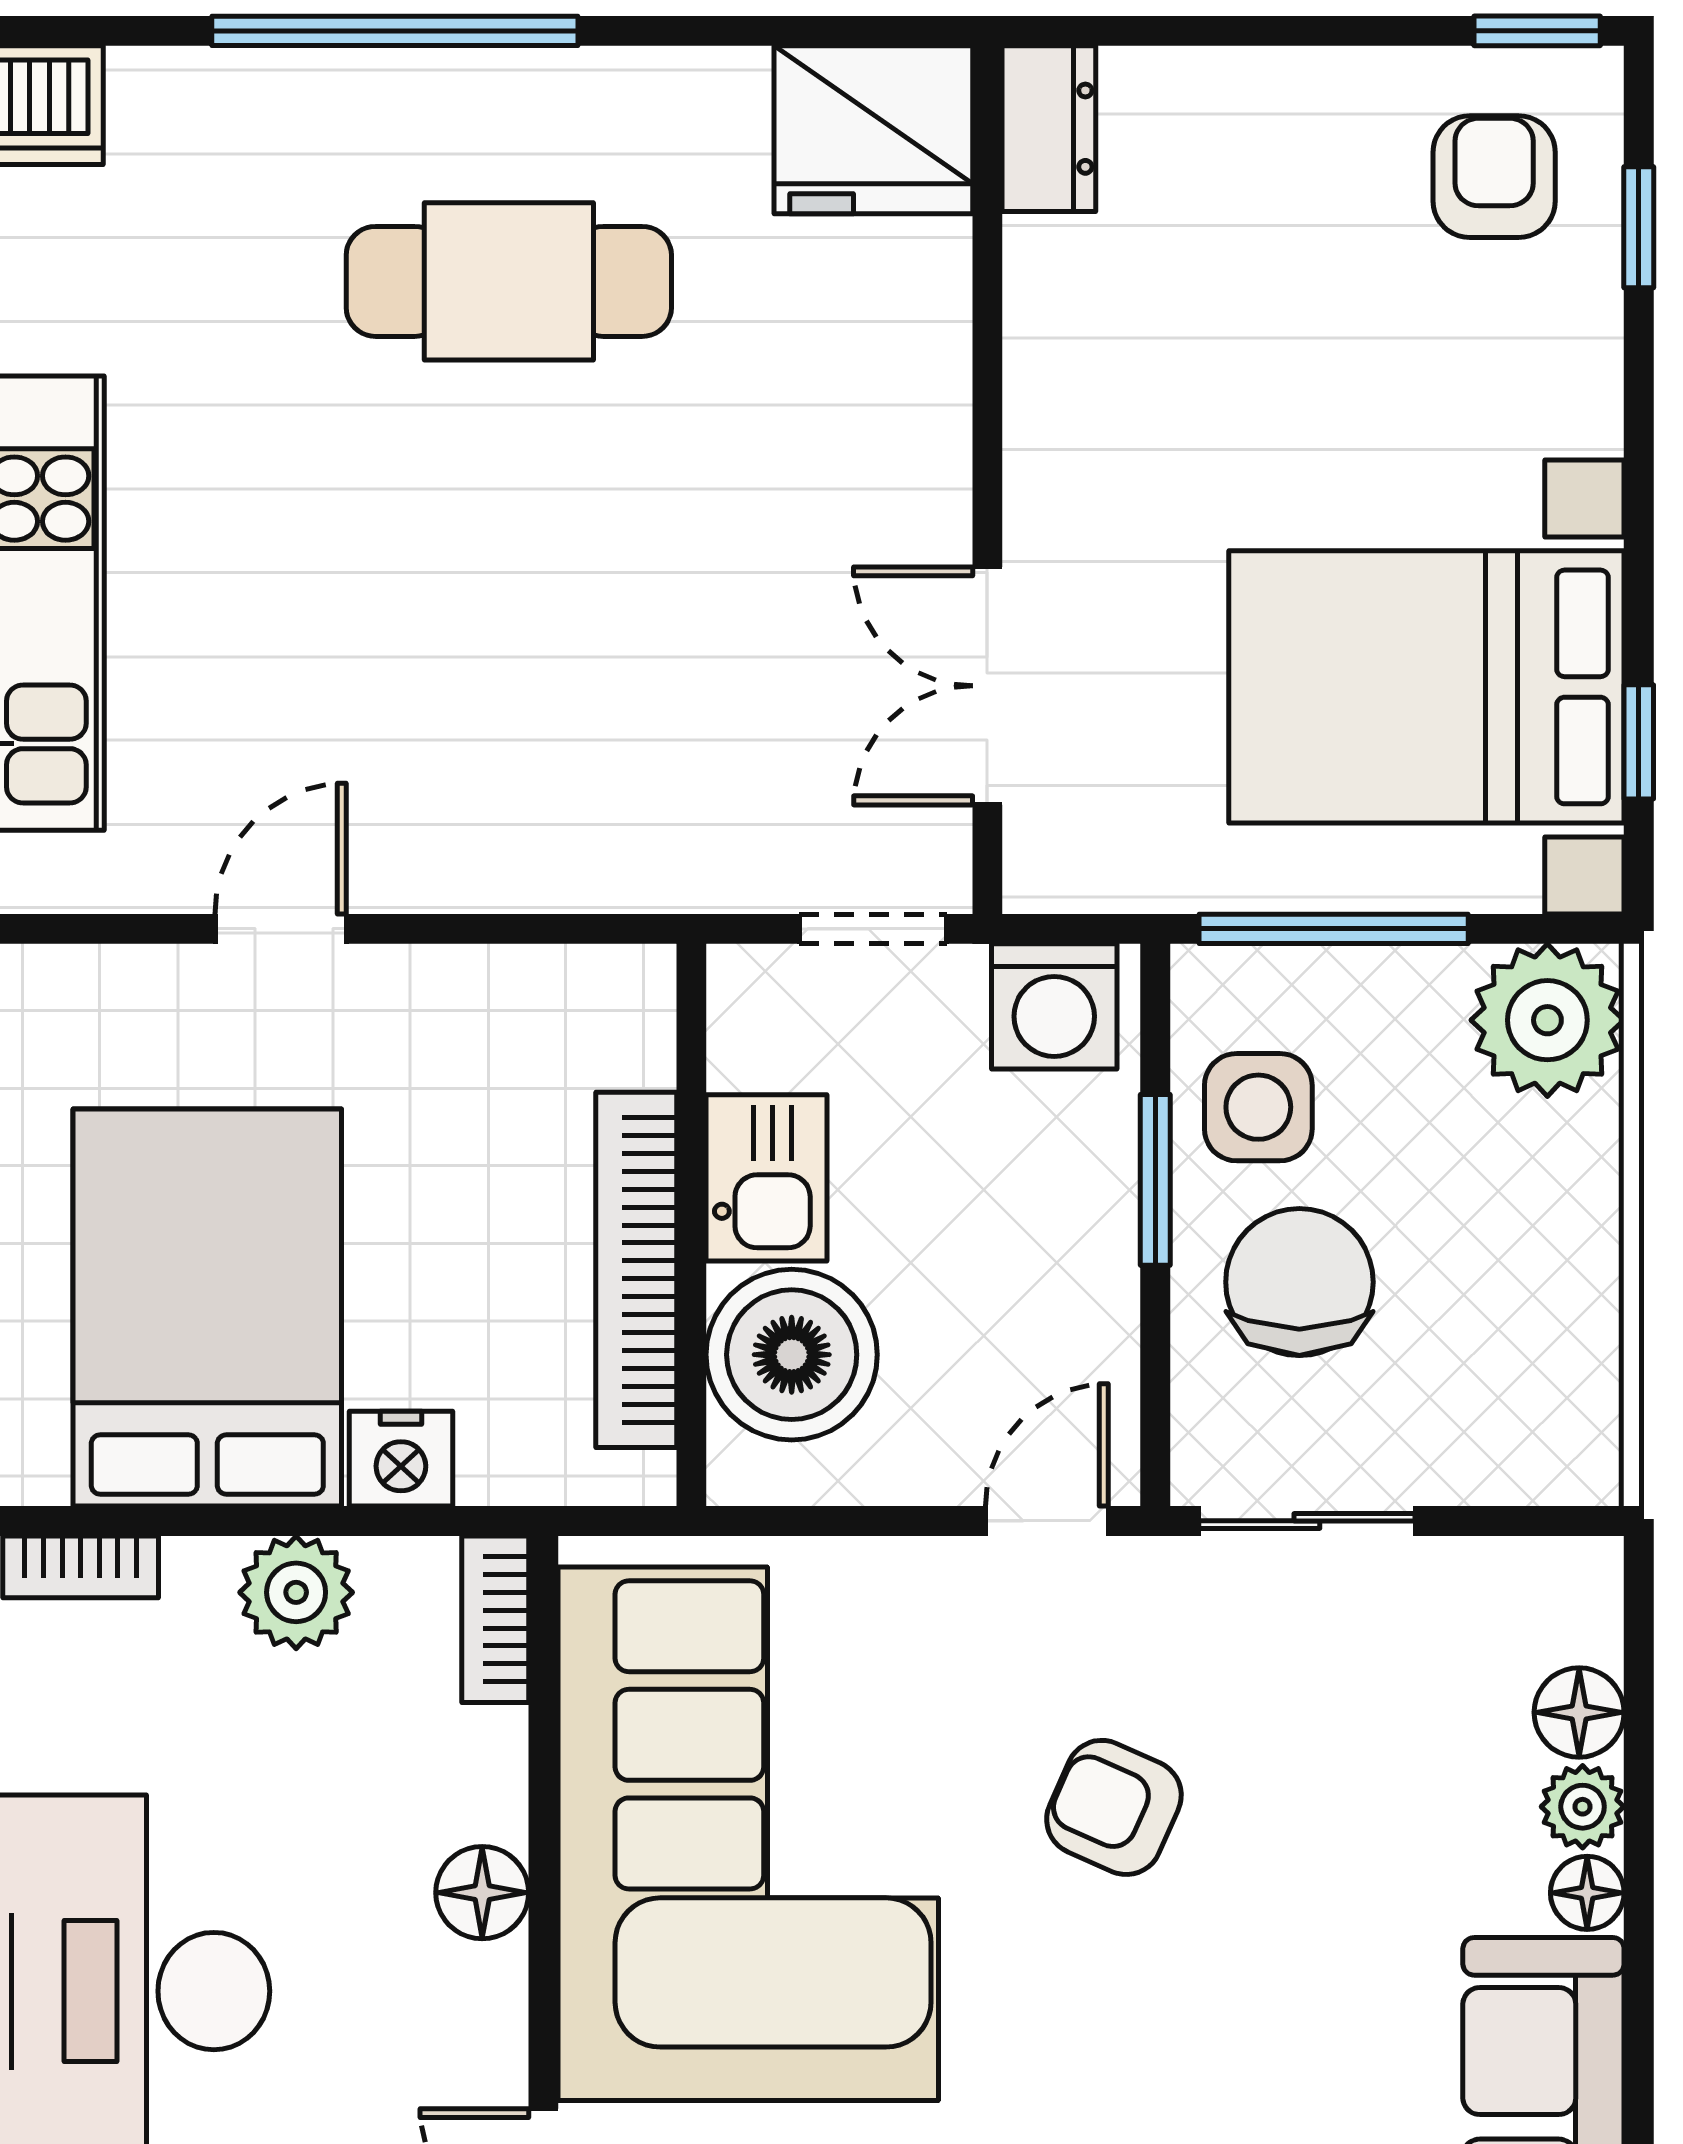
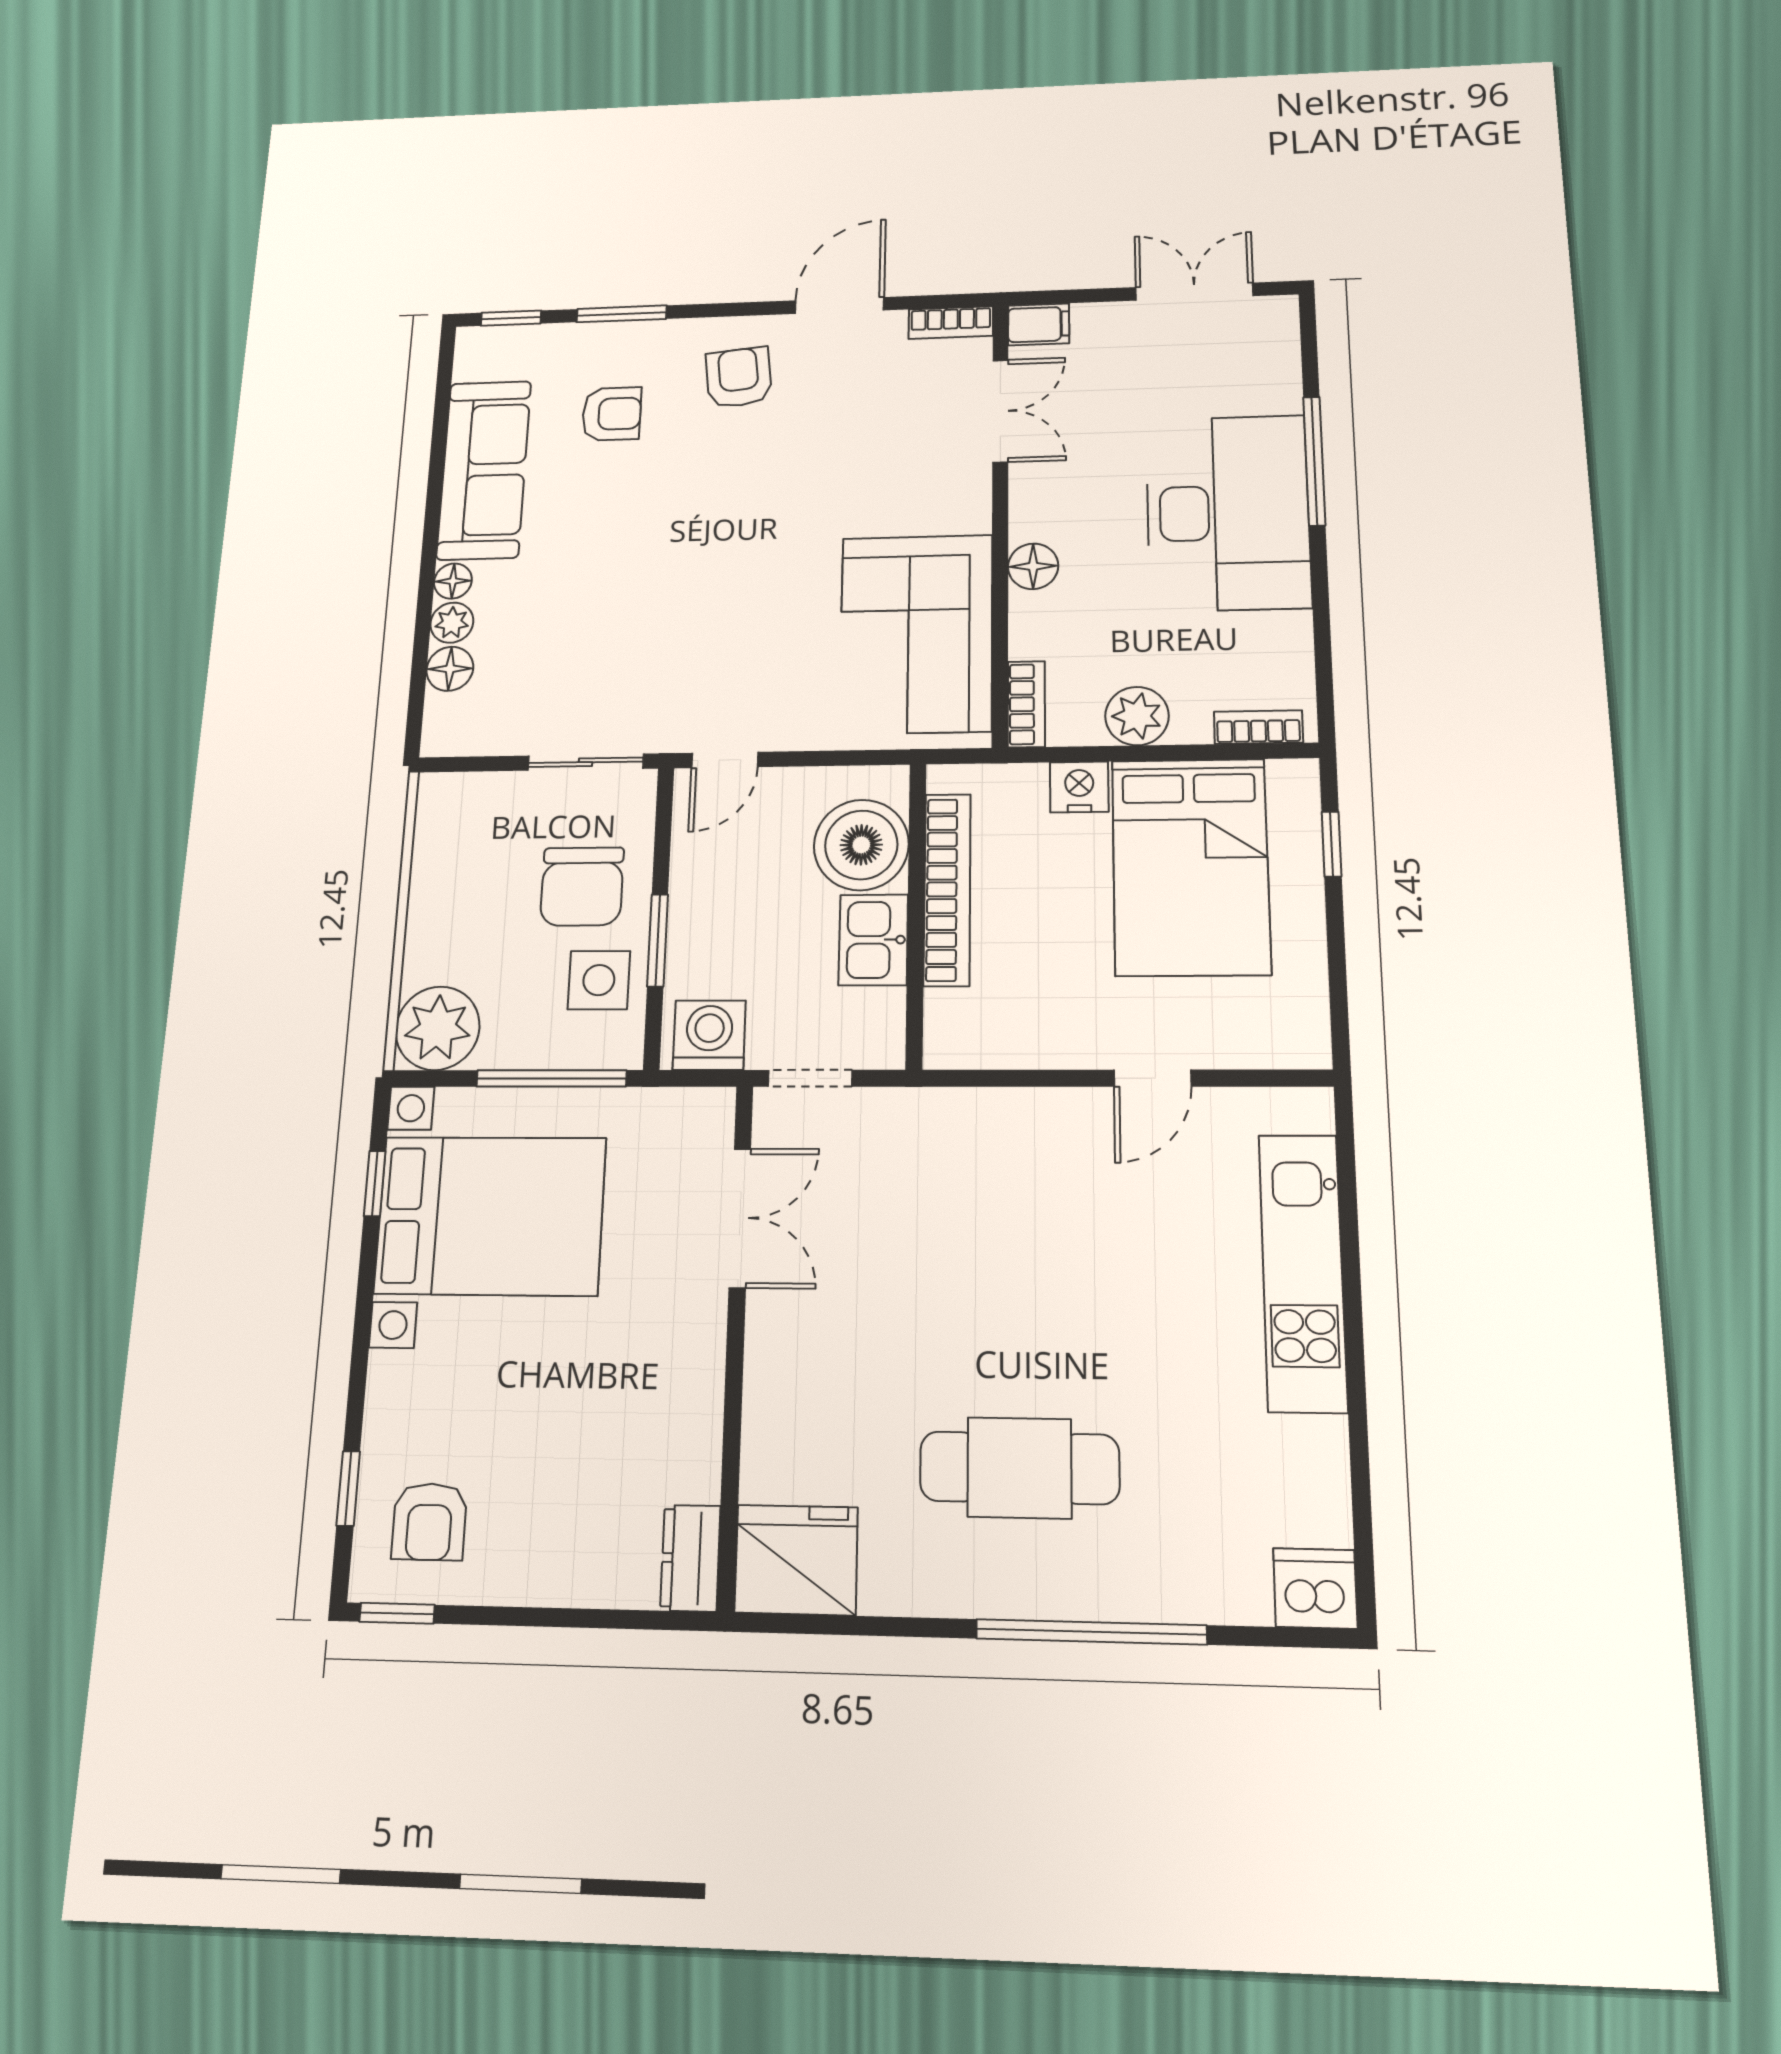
armchair: (1114, 1807) -> (695, 617), removed
corner sofa: (748, 1834) -> (916, 634), width x0.73, depth x0.74

